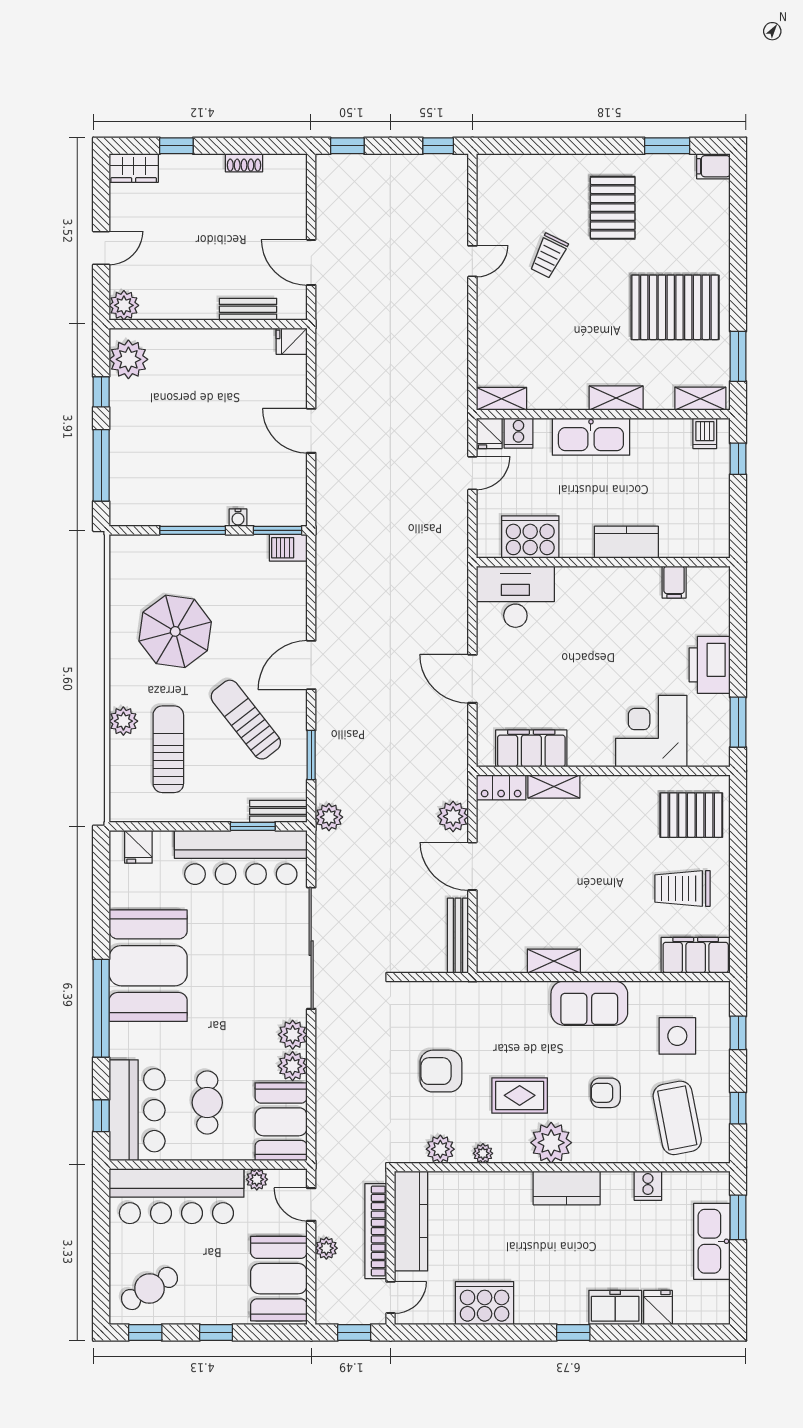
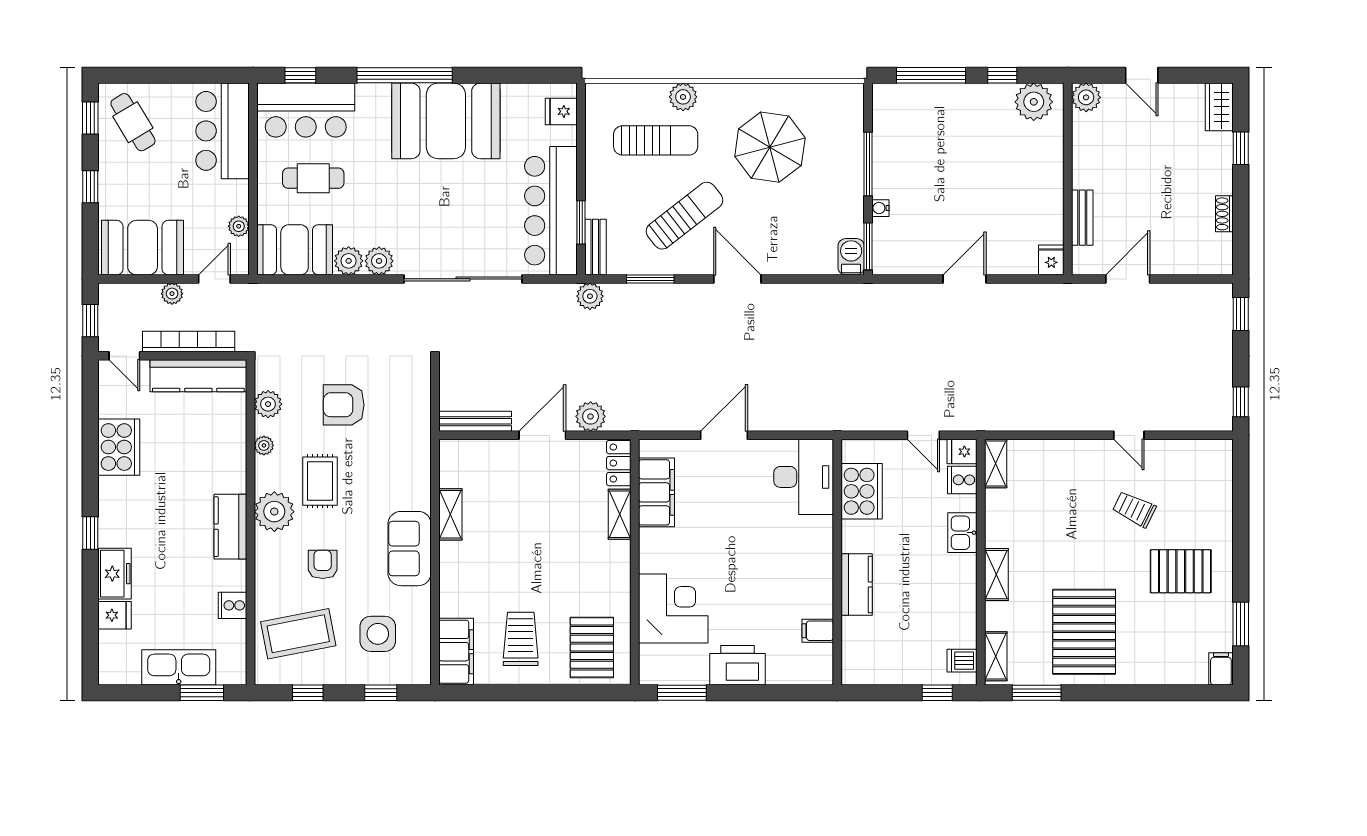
kitchen sink: (591, 437) -> (962, 533), width x0.53, depth x0.81
armchair: (441, 1071) -> (344, 405), turned -90
bar counter: (176, 1196) -> (223, 131), width x0.73

